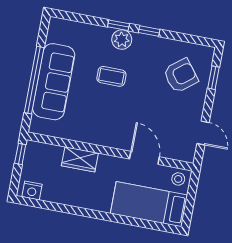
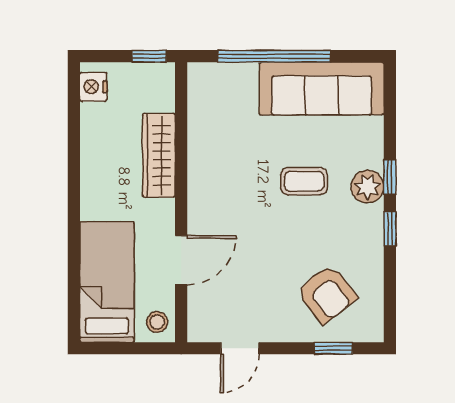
coffee table: (111, 76) -> (304, 181), turned 90
sofa: (54, 82) -> (322, 89), moved
wardrobe: (80, 159) -> (159, 155), width x1.50

